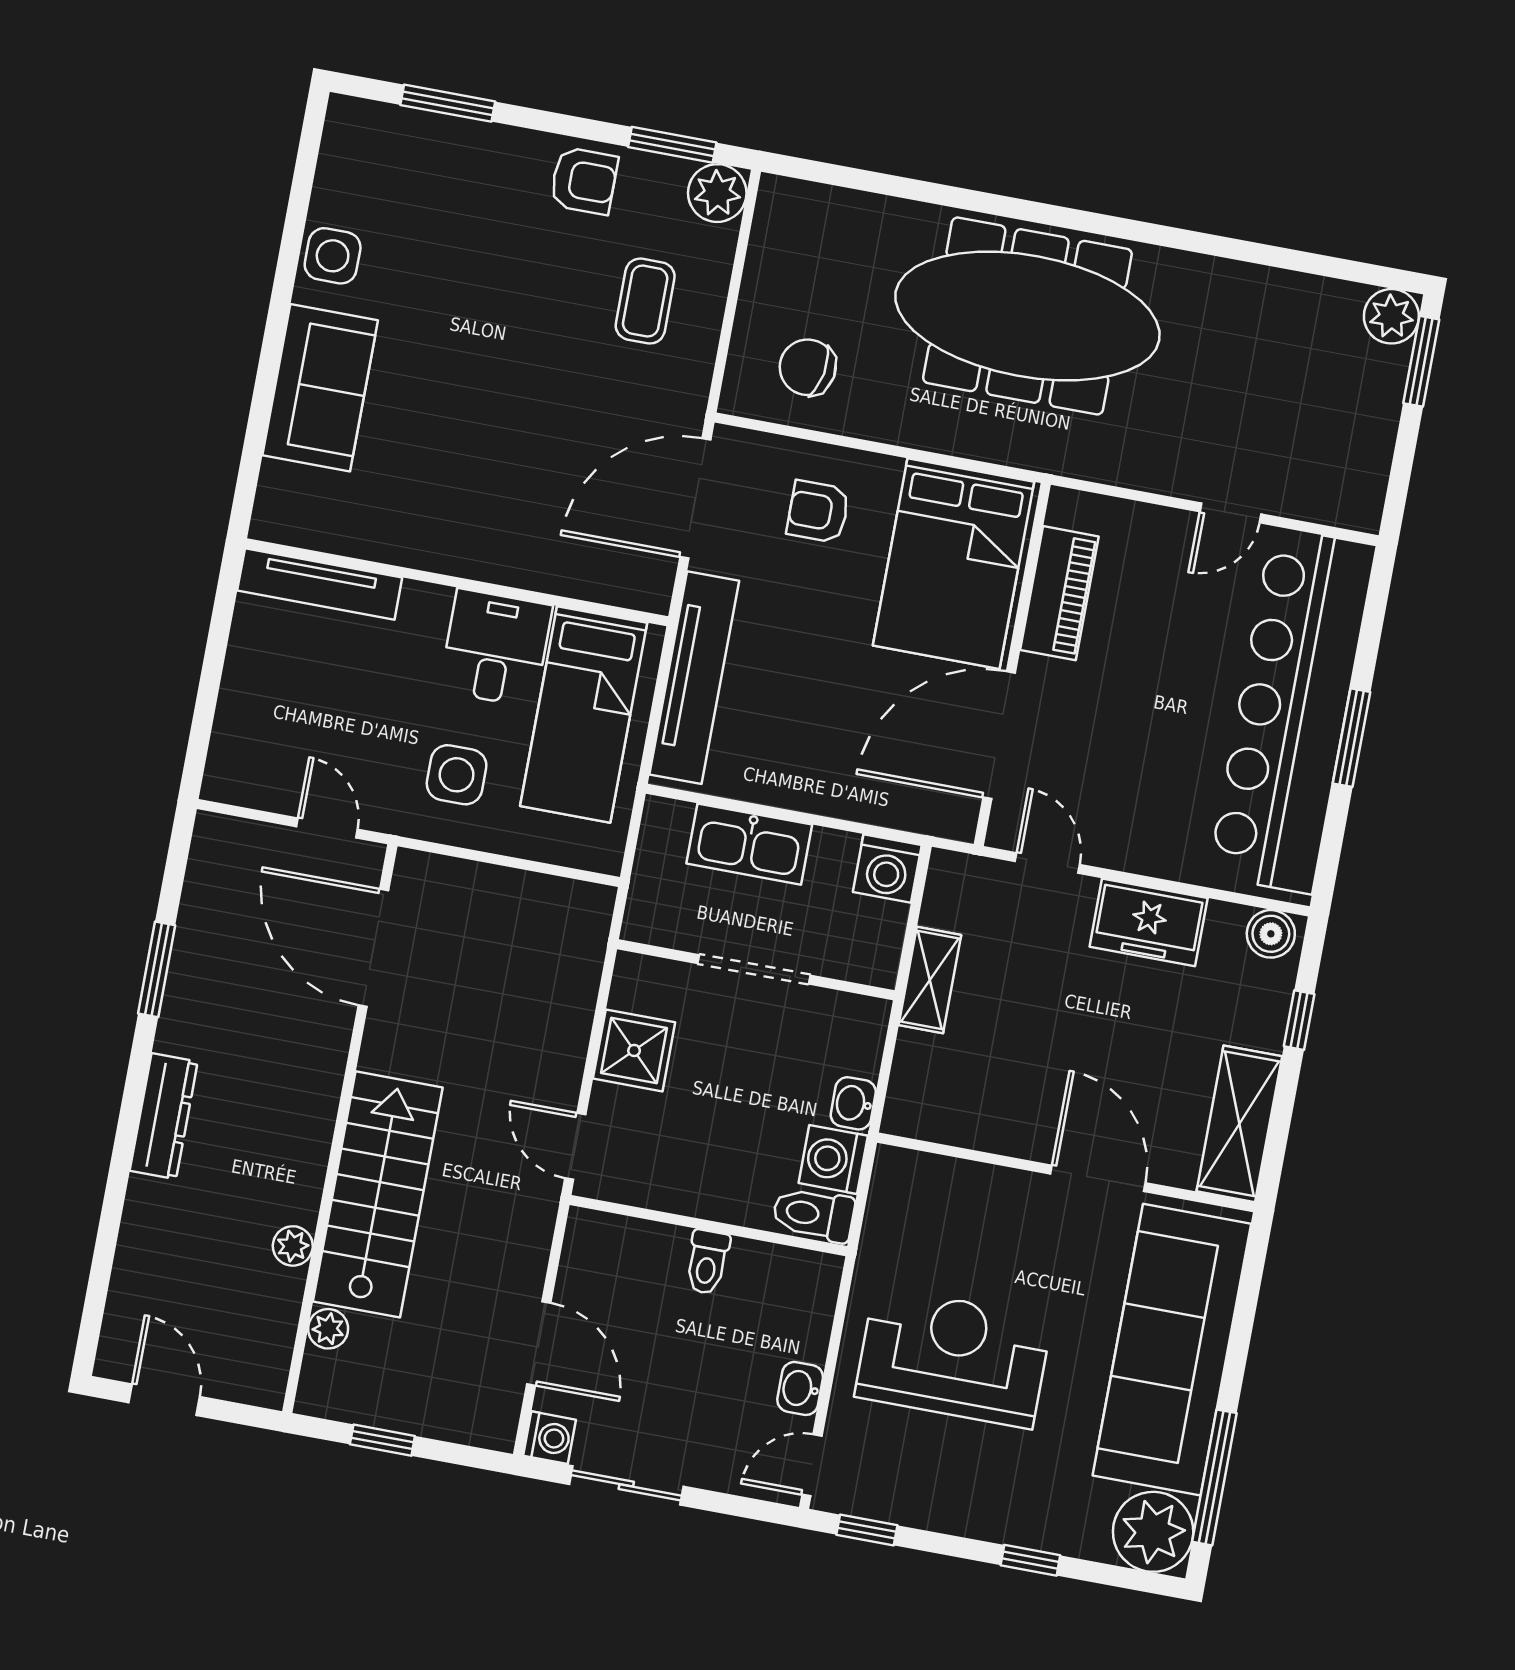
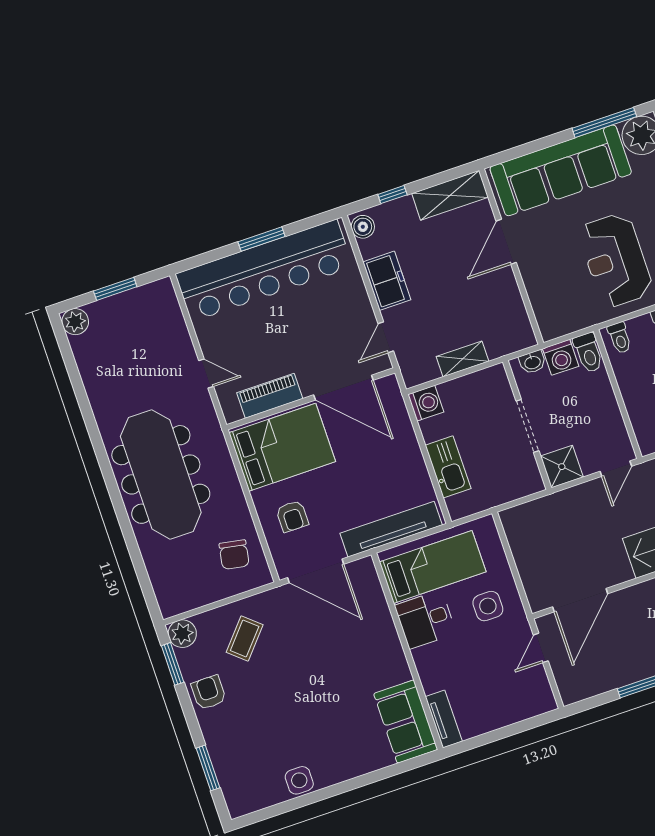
coffee table: (645, 301) -> (245, 638), turned -49
window: (1421, 361) -> (115, 289), moved
sofa: (320, 388) -> (406, 722), moved, turned -90
door: (1230, 513) -> (206, 374), moved
tv unit: (320, 584) -> (444, 719), width x0.71
doorway: (754, 969) -> (527, 426), moved
wall: (756, 970) -> (527, 425), moved
toilet: (707, 1262) -> (620, 338), moved, turned 90

